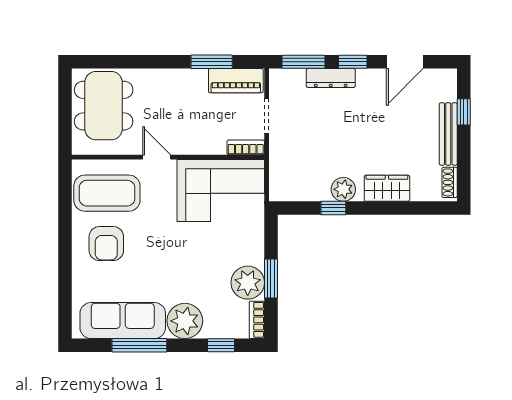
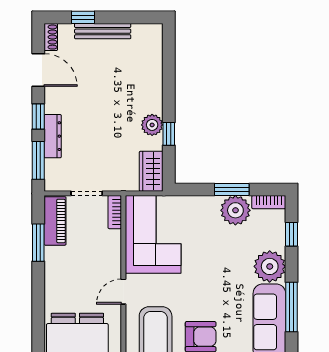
shoe rack: (450, 182) -> (51, 37), moved, turned -90
wardrobe: (387, 188) -> (151, 171), moved

